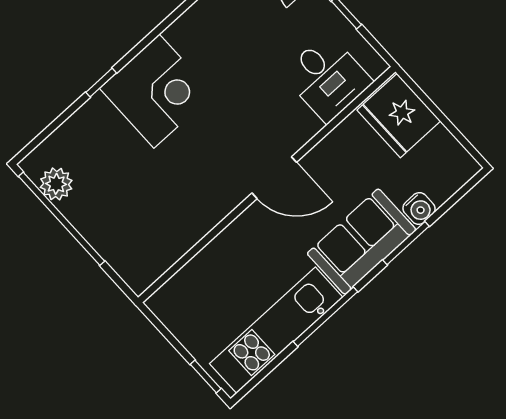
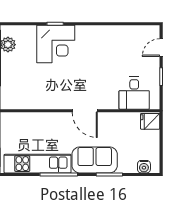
corner desk: (157, 91) -> (56, 44), moved
fridge: (399, 116) -> (150, 121), width x0.53, depth x0.75
water cooler: (419, 208) -> (144, 167), moved

